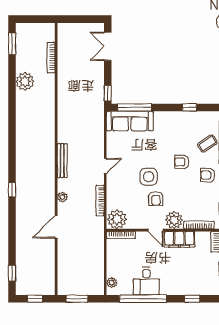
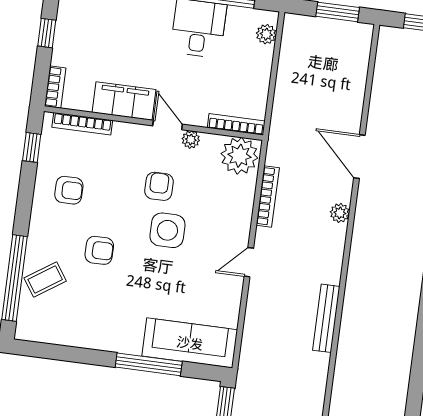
window: (135, 107) -> (149, 364), moved
window: (189, 107) -> (71, 354), removed
bench: (62, 161) -> (326, 318), moved
armchair: (208, 175) -> (69, 190), moved
plant: (174, 220) -> (191, 140), moved, width x0.53, depth x0.53
door: (56, 227) -> (359, 157), swing flipped

